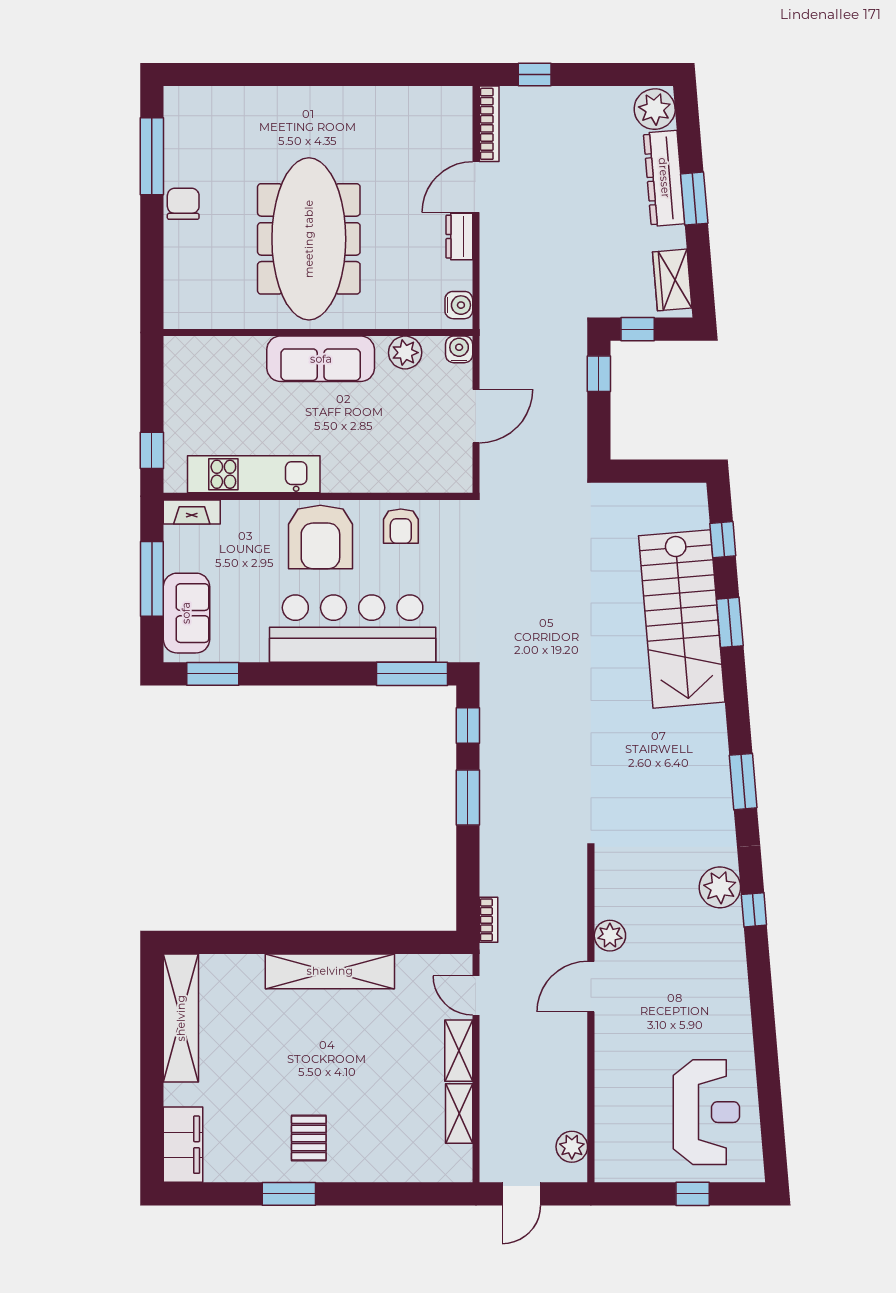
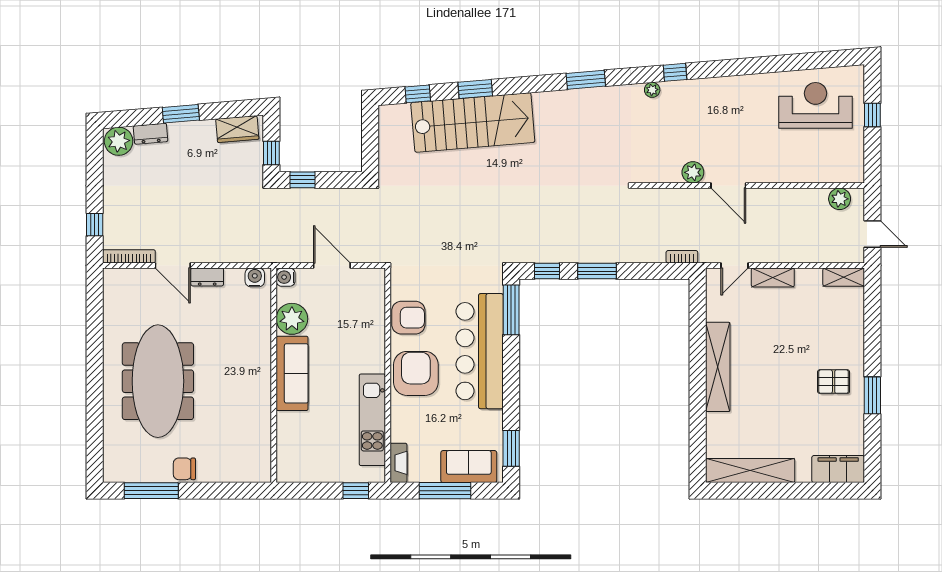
dresser: (664, 178) -> (151, 134), width x0.51, depth x0.80
meeting table: (309, 239) -> (158, 381), moved, turned 90
plant: (405, 353) -> (292, 319), width x1.36, depth x1.36
armchair: (401, 526) -> (408, 318), width x1.38, depth x1.38
armchair: (320, 537) -> (416, 373), turned -90
plant: (720, 887) -> (652, 90), width x0.53, depth x0.53
shelving: (459, 1113) -> (844, 277), moved

